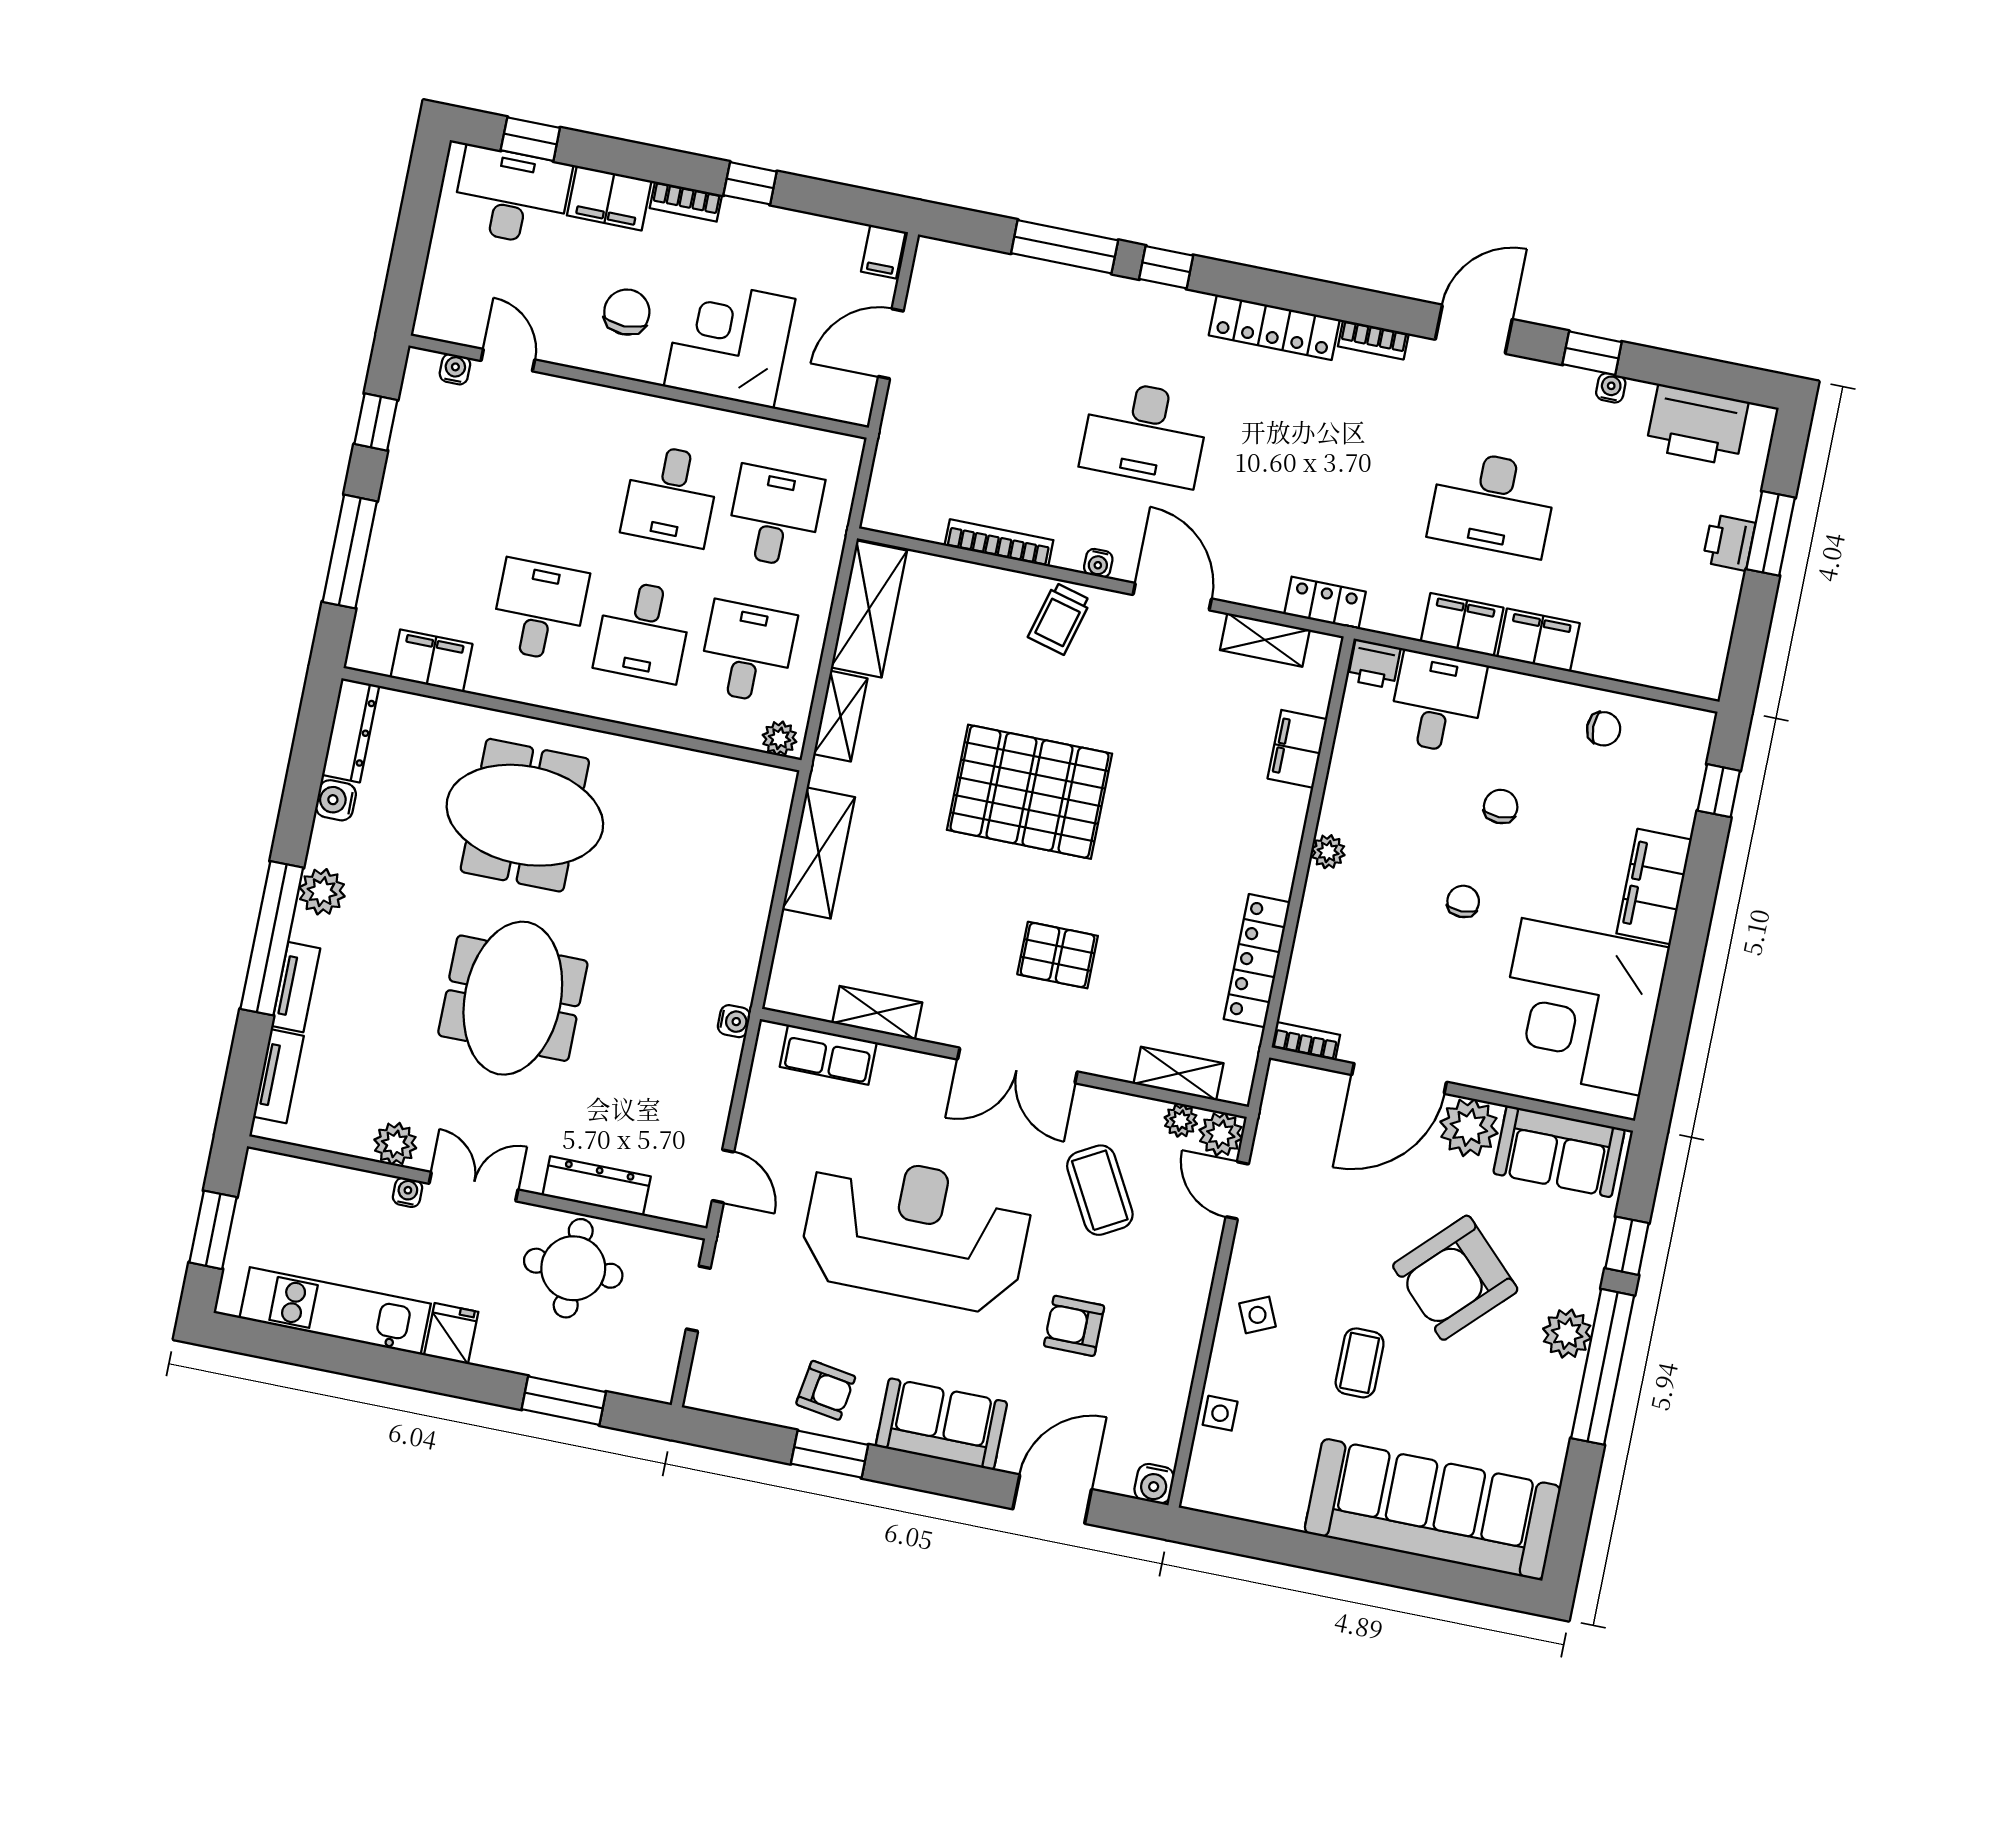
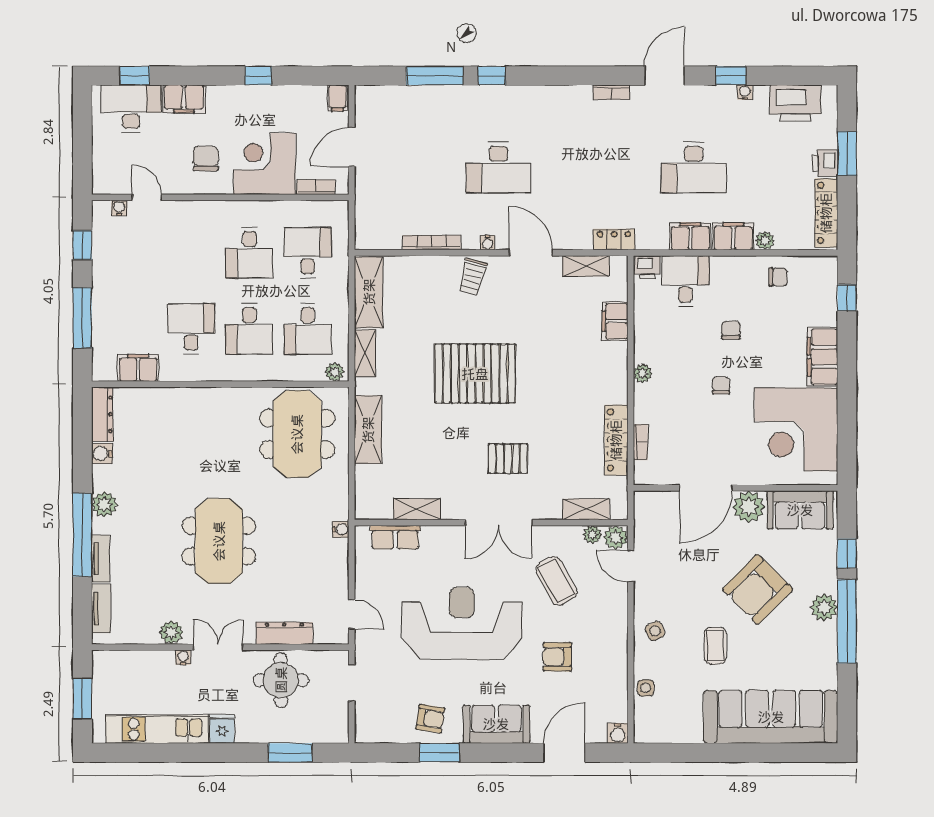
bookcase: (686, 201) -> (316, 187), moved, turned 180
locker: (1274, 327) -> (826, 213), moved, turned 90
desk: (747, 652) -> (308, 329), turned 180
plant: (1593, 659) -> (765, 241), added
meeting table: (525, 815) -> (297, 434), moved, turned 90
bookcase: (1306, 1041) -> (641, 442), moved, turned 90

